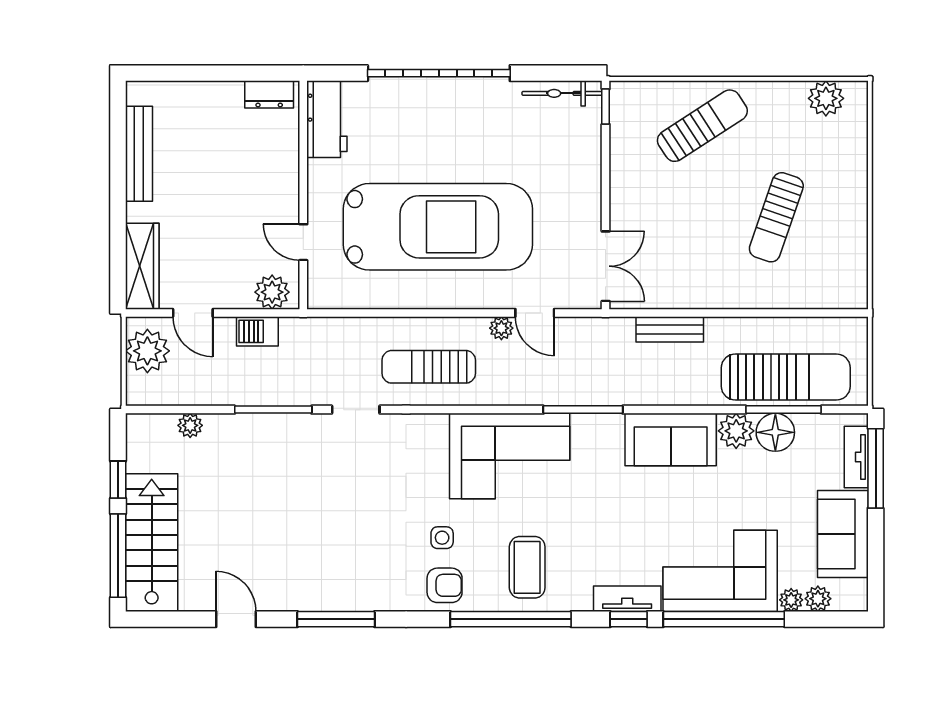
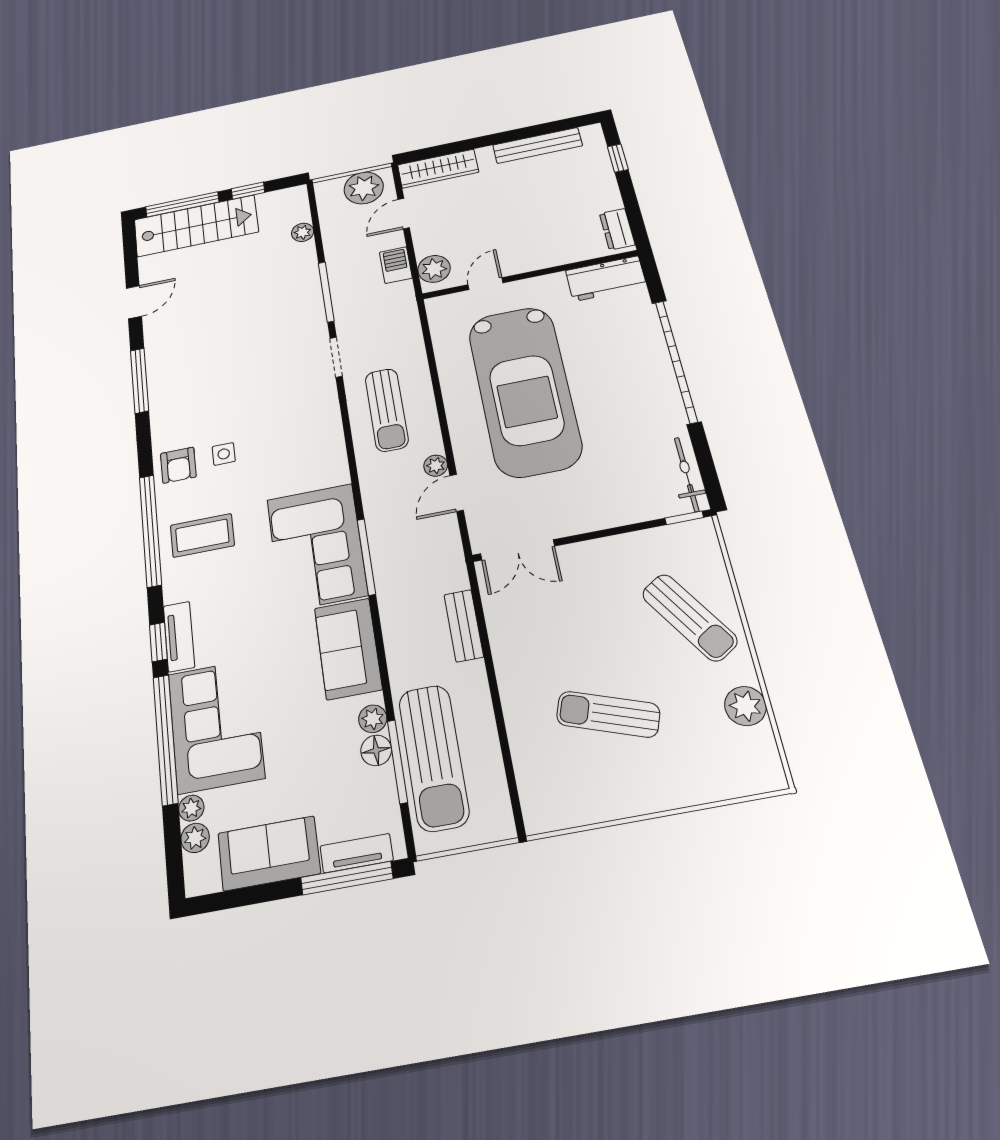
window: (178, 73) -> (618, 158), added
plant: (826, 98) -> (745, 706), moved
sun lounger: (429, 367) -> (387, 410), turned 180
plant: (736, 431) -> (373, 719), width x0.73, depth x0.73
floor lamp: (775, 432) -> (376, 750), width x0.73, depth x0.73
corner sofa: (510, 456) -> (317, 547), moved

